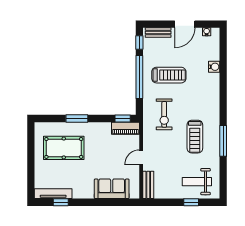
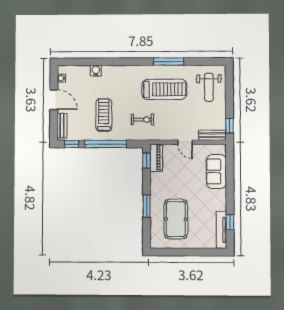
exercise bike: (164, 114) -> (142, 120), width x0.73, depth x0.72
treadmill: (195, 137) -> (164, 89), width x1.37, depth x1.38
window: (191, 202) -> (230, 126), moved

